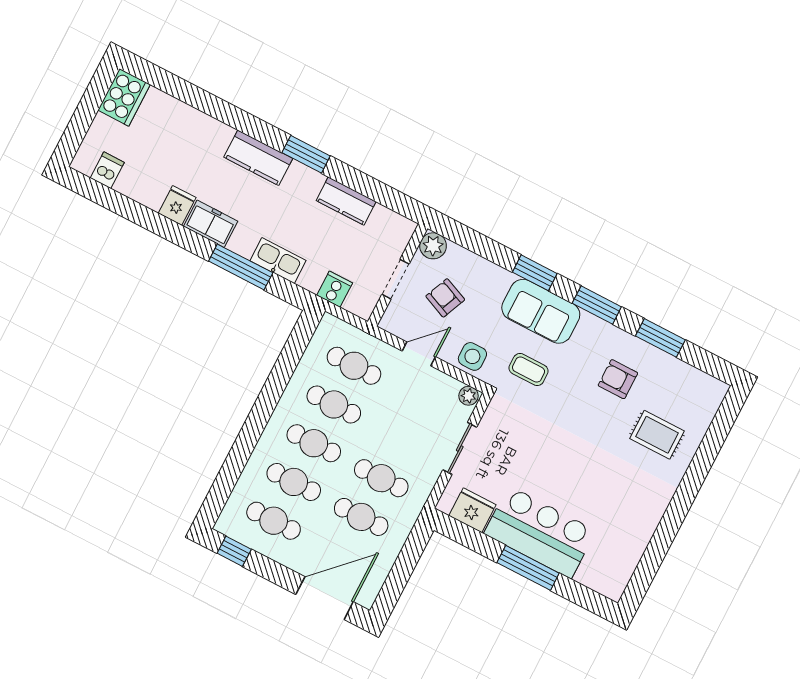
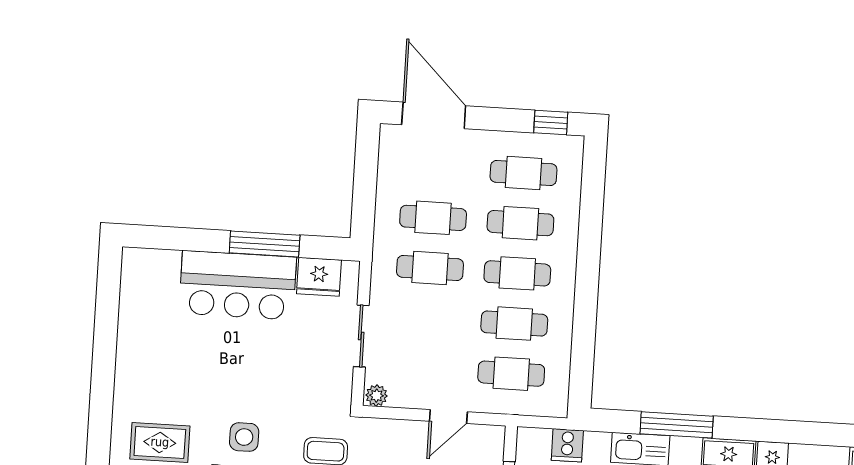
side table: (472, 356) -> (244, 437), moved
window: (528, 568) -> (265, 244), moved
door: (325, 598) -> (434, 115), swing flipped

